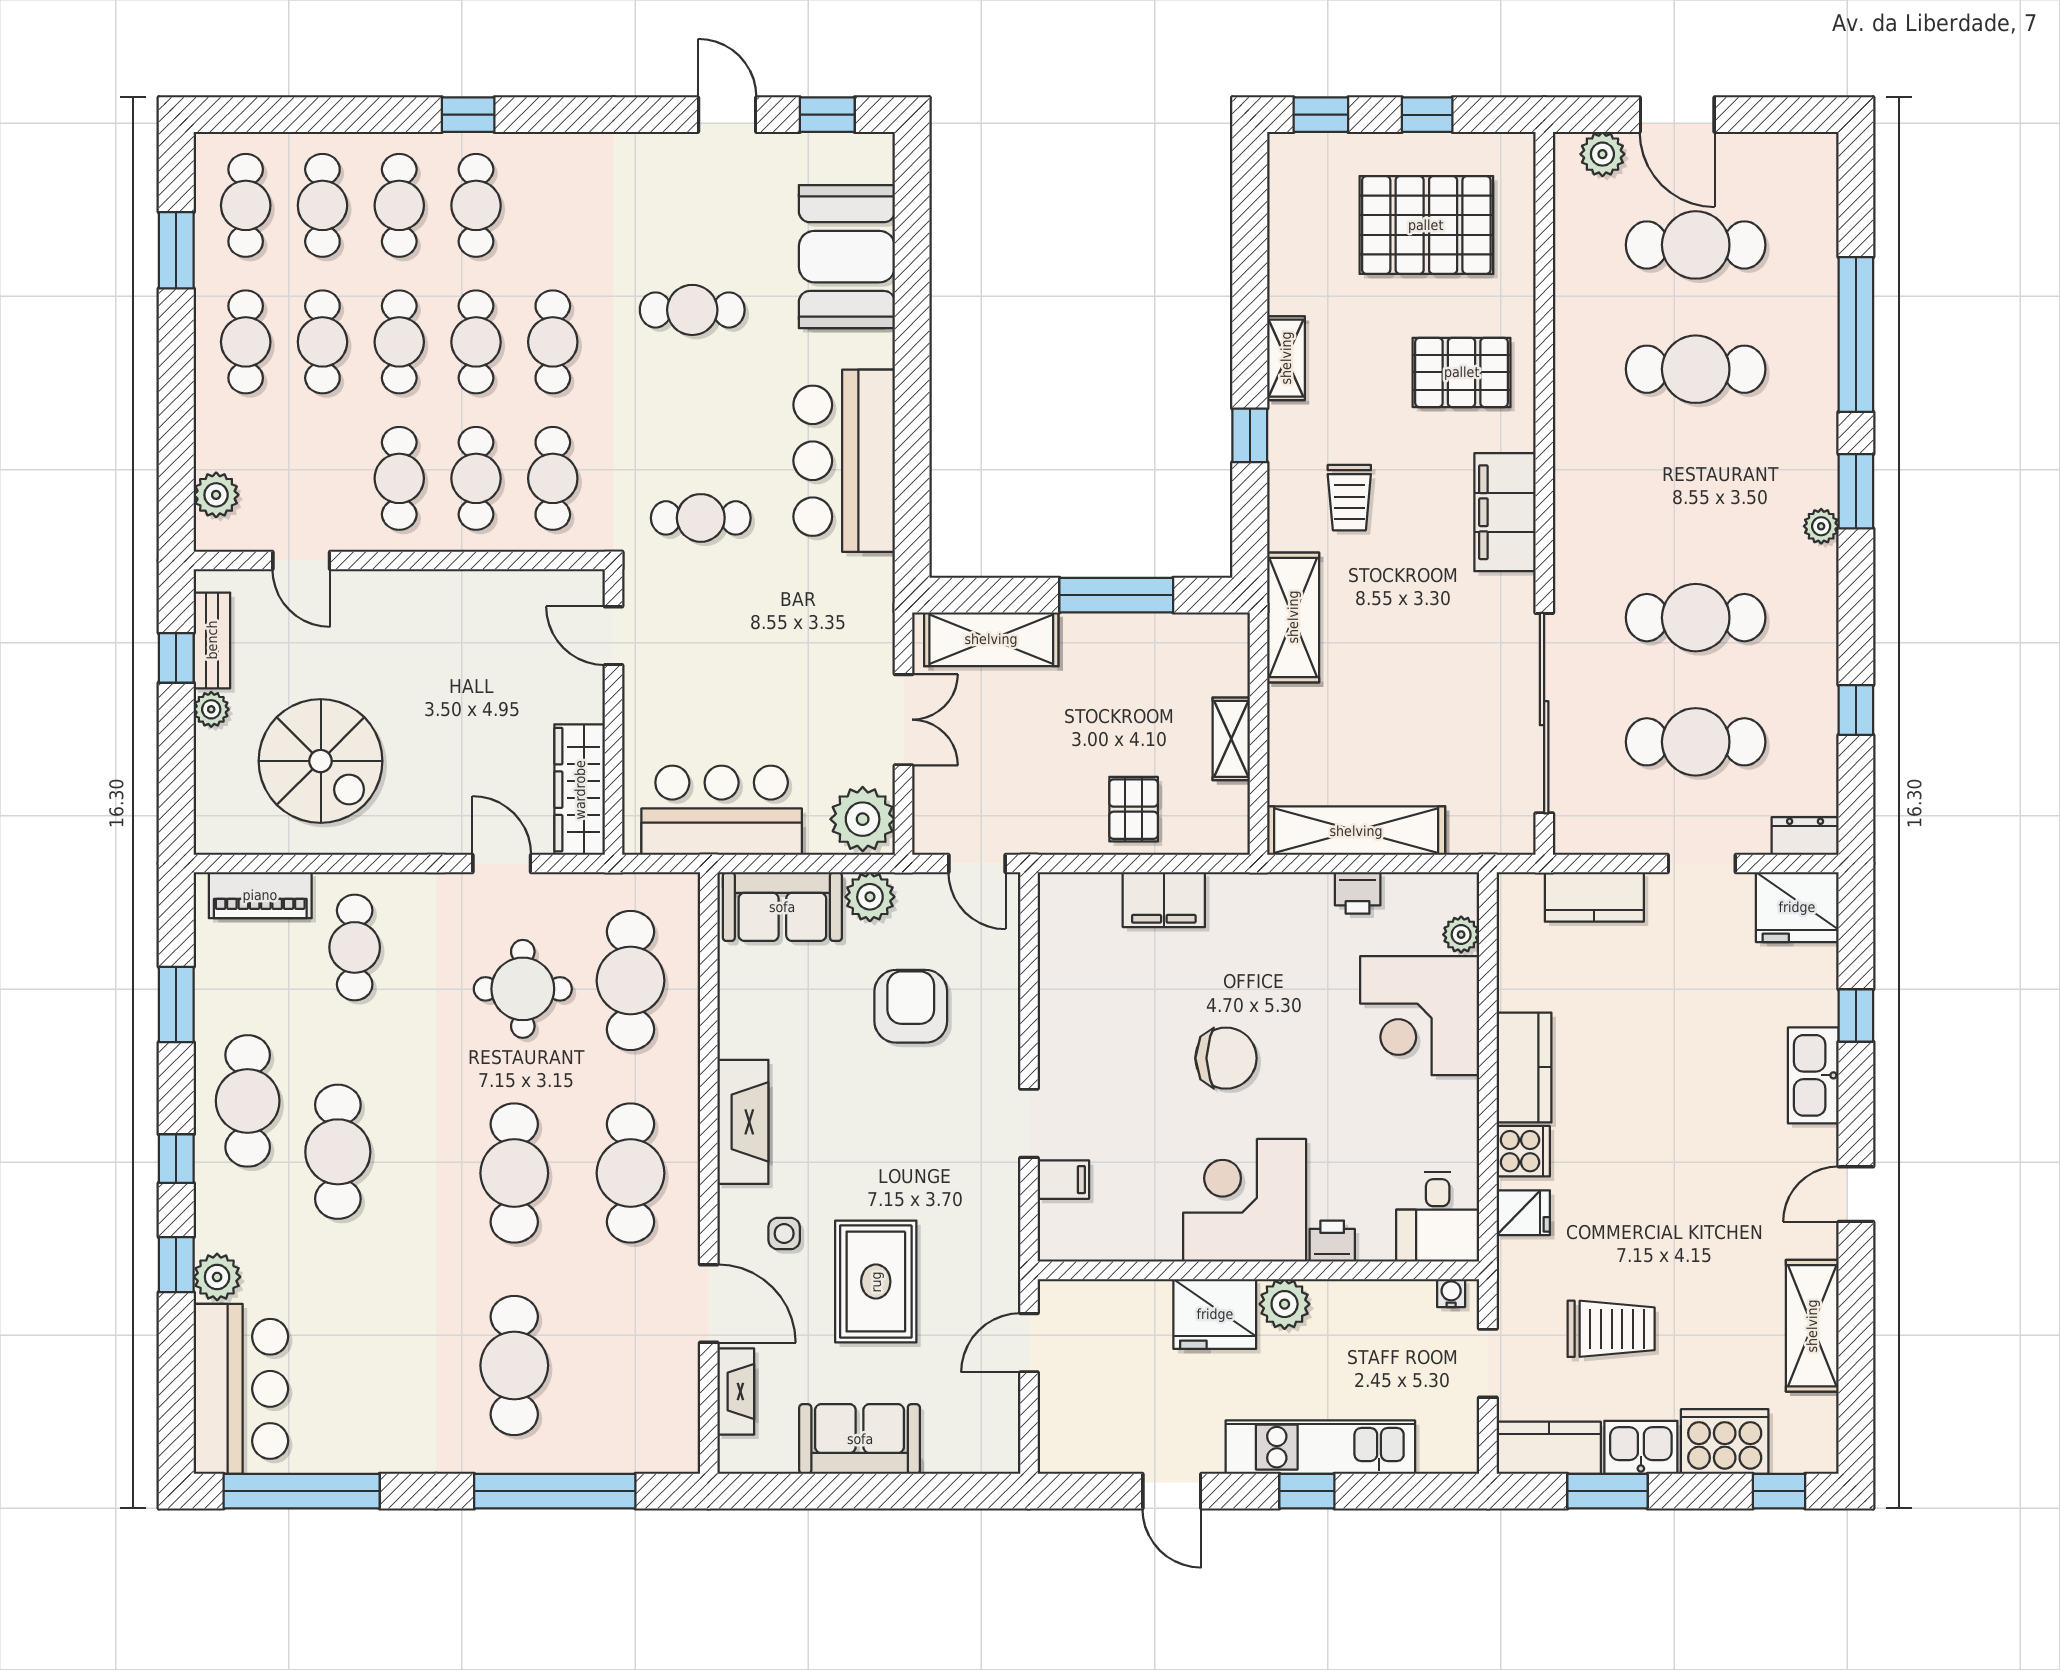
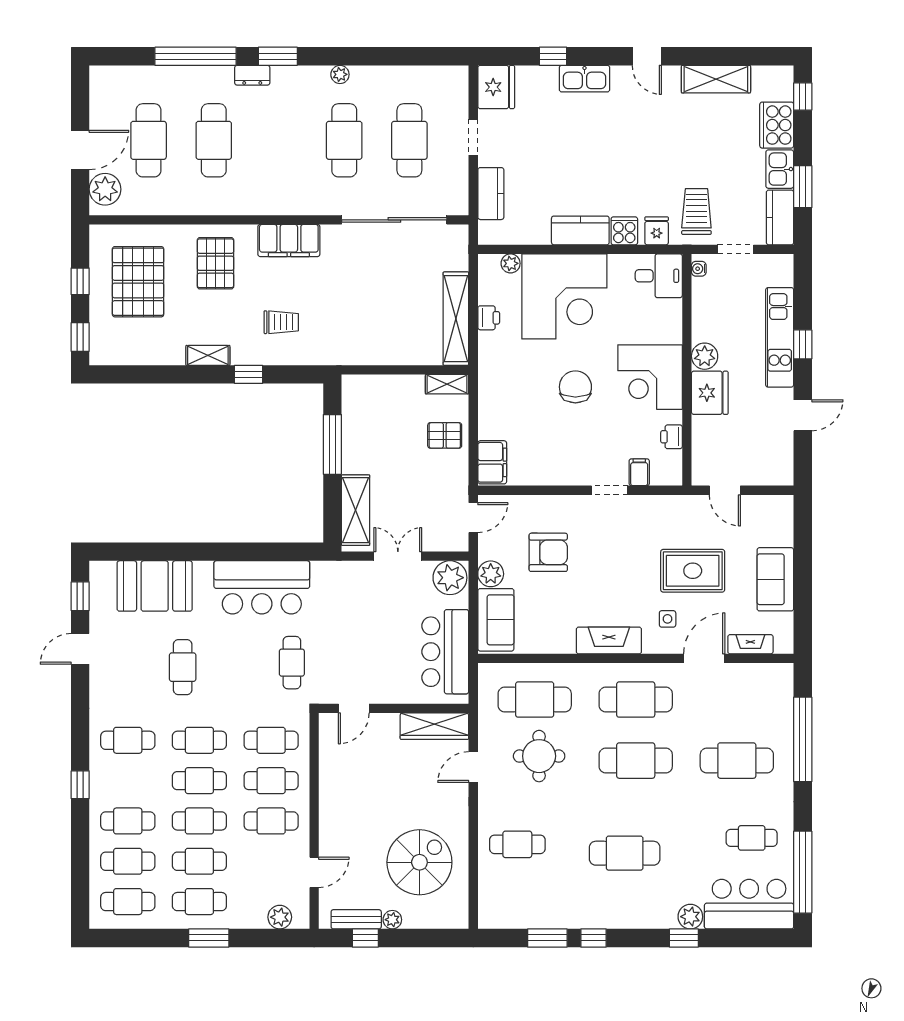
plant: (1602, 154) -> (105, 189), width x1.36, depth x1.36
cafe table: (476, 205) -> (128, 740), moved
window: (176, 250) -> (209, 938), moved
plant: (1821, 526) -> (340, 74), moved
shelving: (1293, 617) -> (344, 352), removed
window: (1856, 710) -> (393, 56), removed
shelving: (1231, 739) -> (447, 384), moved
dresser: (1805, 836) -> (252, 75), moved, turned -90
piano: (260, 895) -> (490, 894), removed
filing cabinet: (1164, 900) -> (492, 462), moved
armchair: (911, 1006) -> (548, 552), turned 180
corner desk: (1420, 1016) -> (564, 296), width x1.36, depth x1.36
cafe table: (248, 1101) -> (752, 838), moved, width x0.73, depth x0.74
window: (176, 1159) -> (594, 938), moved
printer: (1332, 1241) -> (672, 437), moved
trolley: (1611, 1329) -> (696, 211), moved

